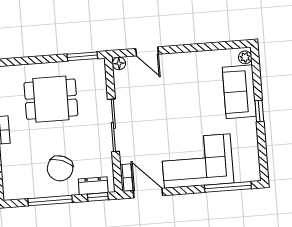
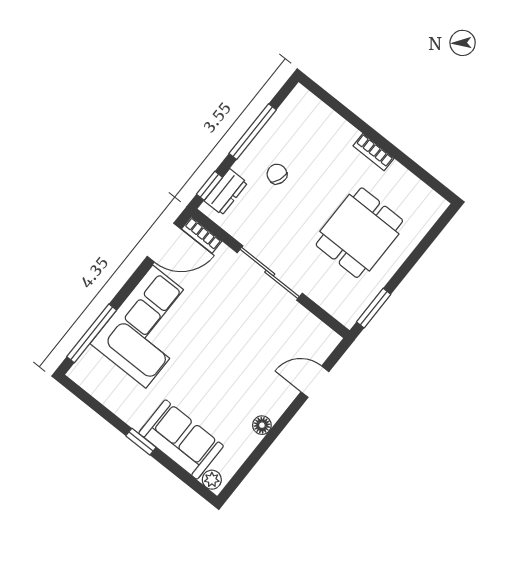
floor lamp: (119, 63) -> (262, 425), moved
chair: (60, 168) -> (277, 174), width x0.54, depth x0.54

